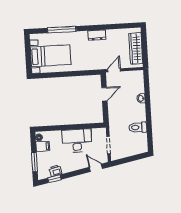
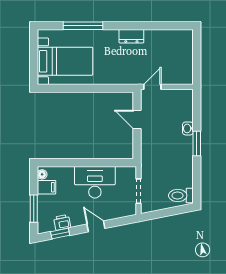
wardrobe: (136, 48) -> (185, 58), removed
door: (104, 94) -> (137, 120), swing flipped
window: (148, 109) -> (197, 143), added
toilet: (138, 127) -> (181, 195), moved
door: (96, 168) -> (96, 226), moved

